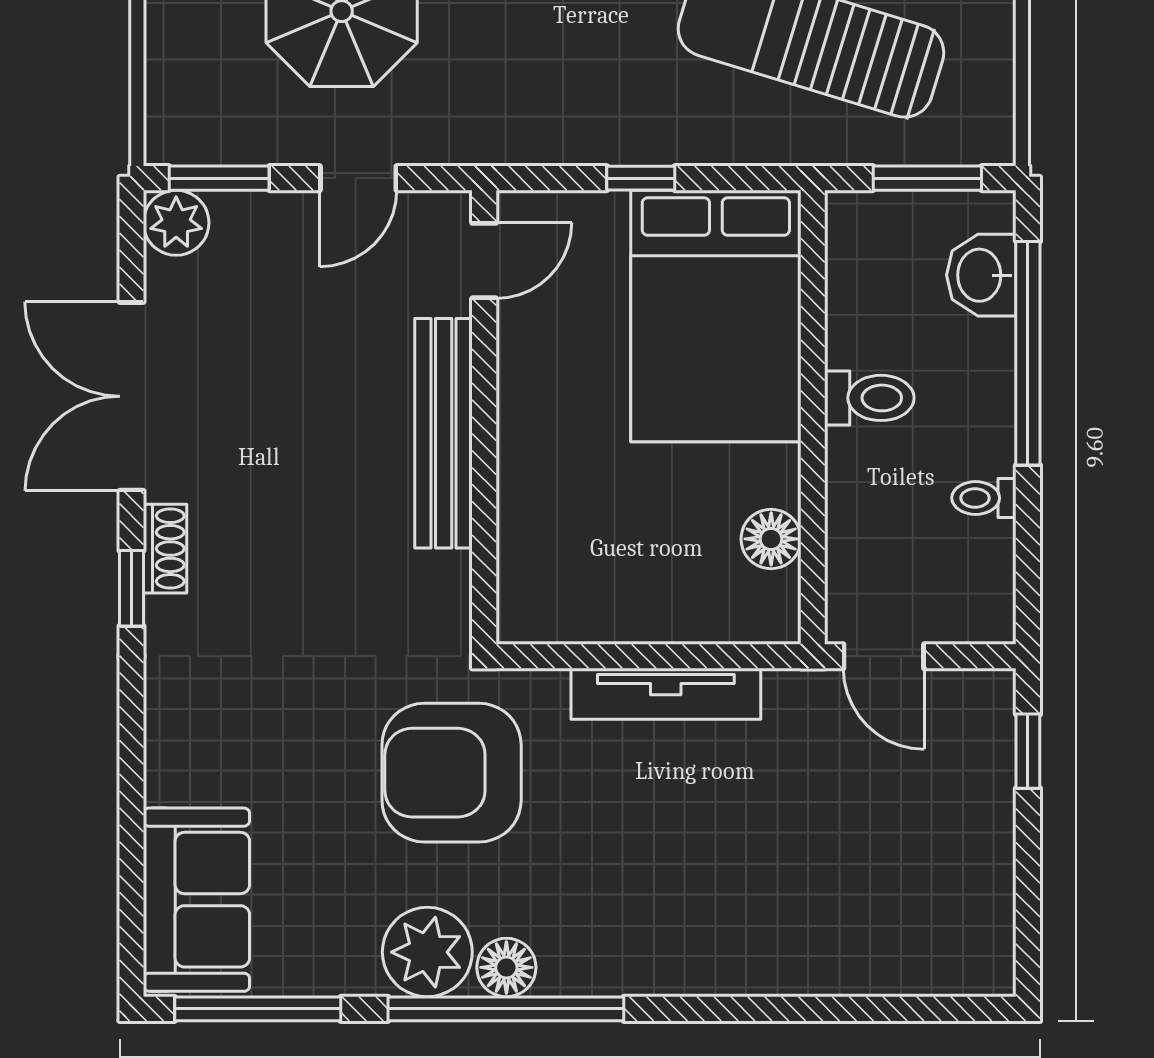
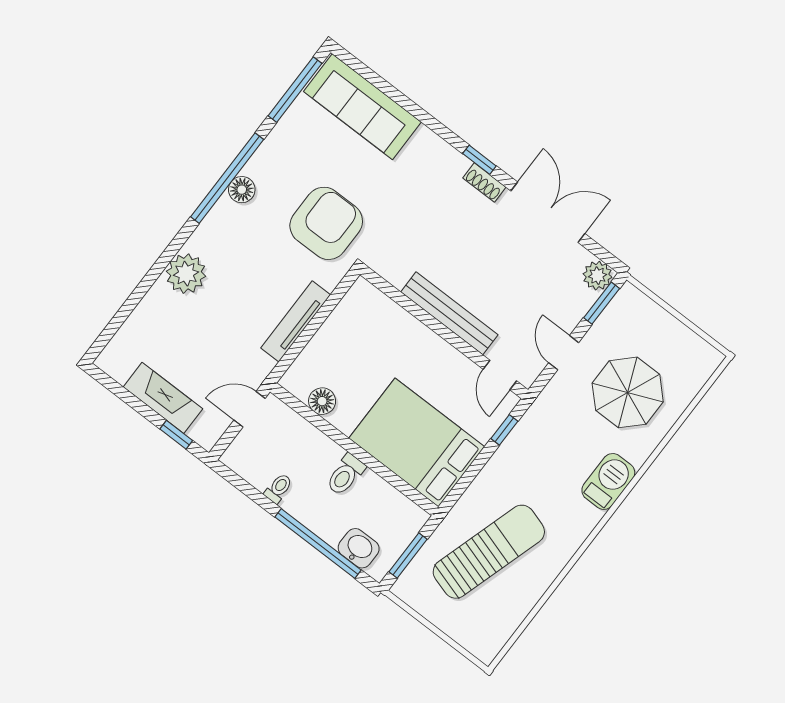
window: (641, 178) -> (504, 430), moved
fireplace: (981, 824) -> (163, 398), added
sofa: (196, 900) -> (362, 107), width x1.36
plant: (427, 952) -> (186, 274), moved

